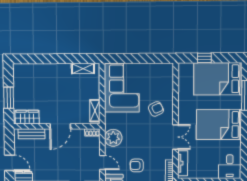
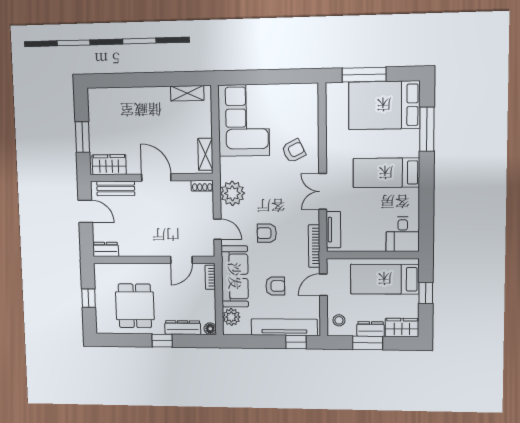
window: (204, 58) -> (364, 75), width x2.17
bed: (219, 125) -> (386, 173), width x0.67
door: (60, 126) -> (156, 177), swing flipped
double door: (176, 137) -> (323, 191), swing flipped
door: (10, 163) -> (85, 211), moved

